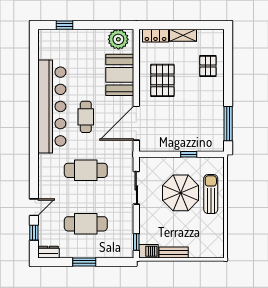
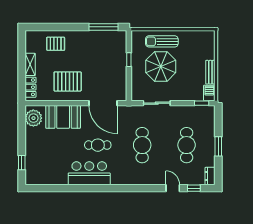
bar counter: (52, 106) -> (89, 173), width x0.54

